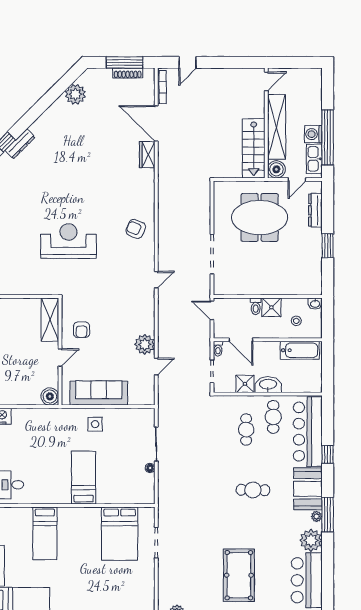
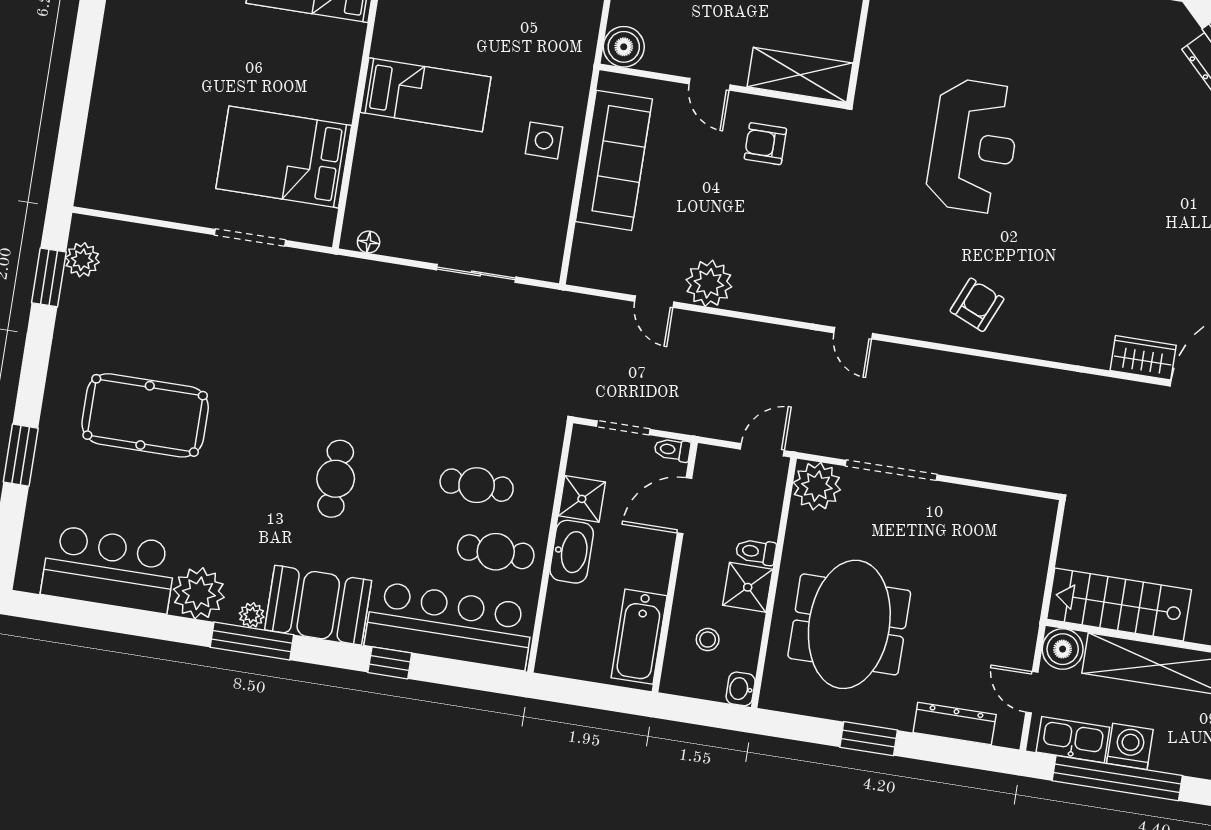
meeting table: (260, 217) -> (849, 624), moved
plant: (224, 285) -> (817, 486), added
floor lamp: (150, 468) -> (369, 242), moved

